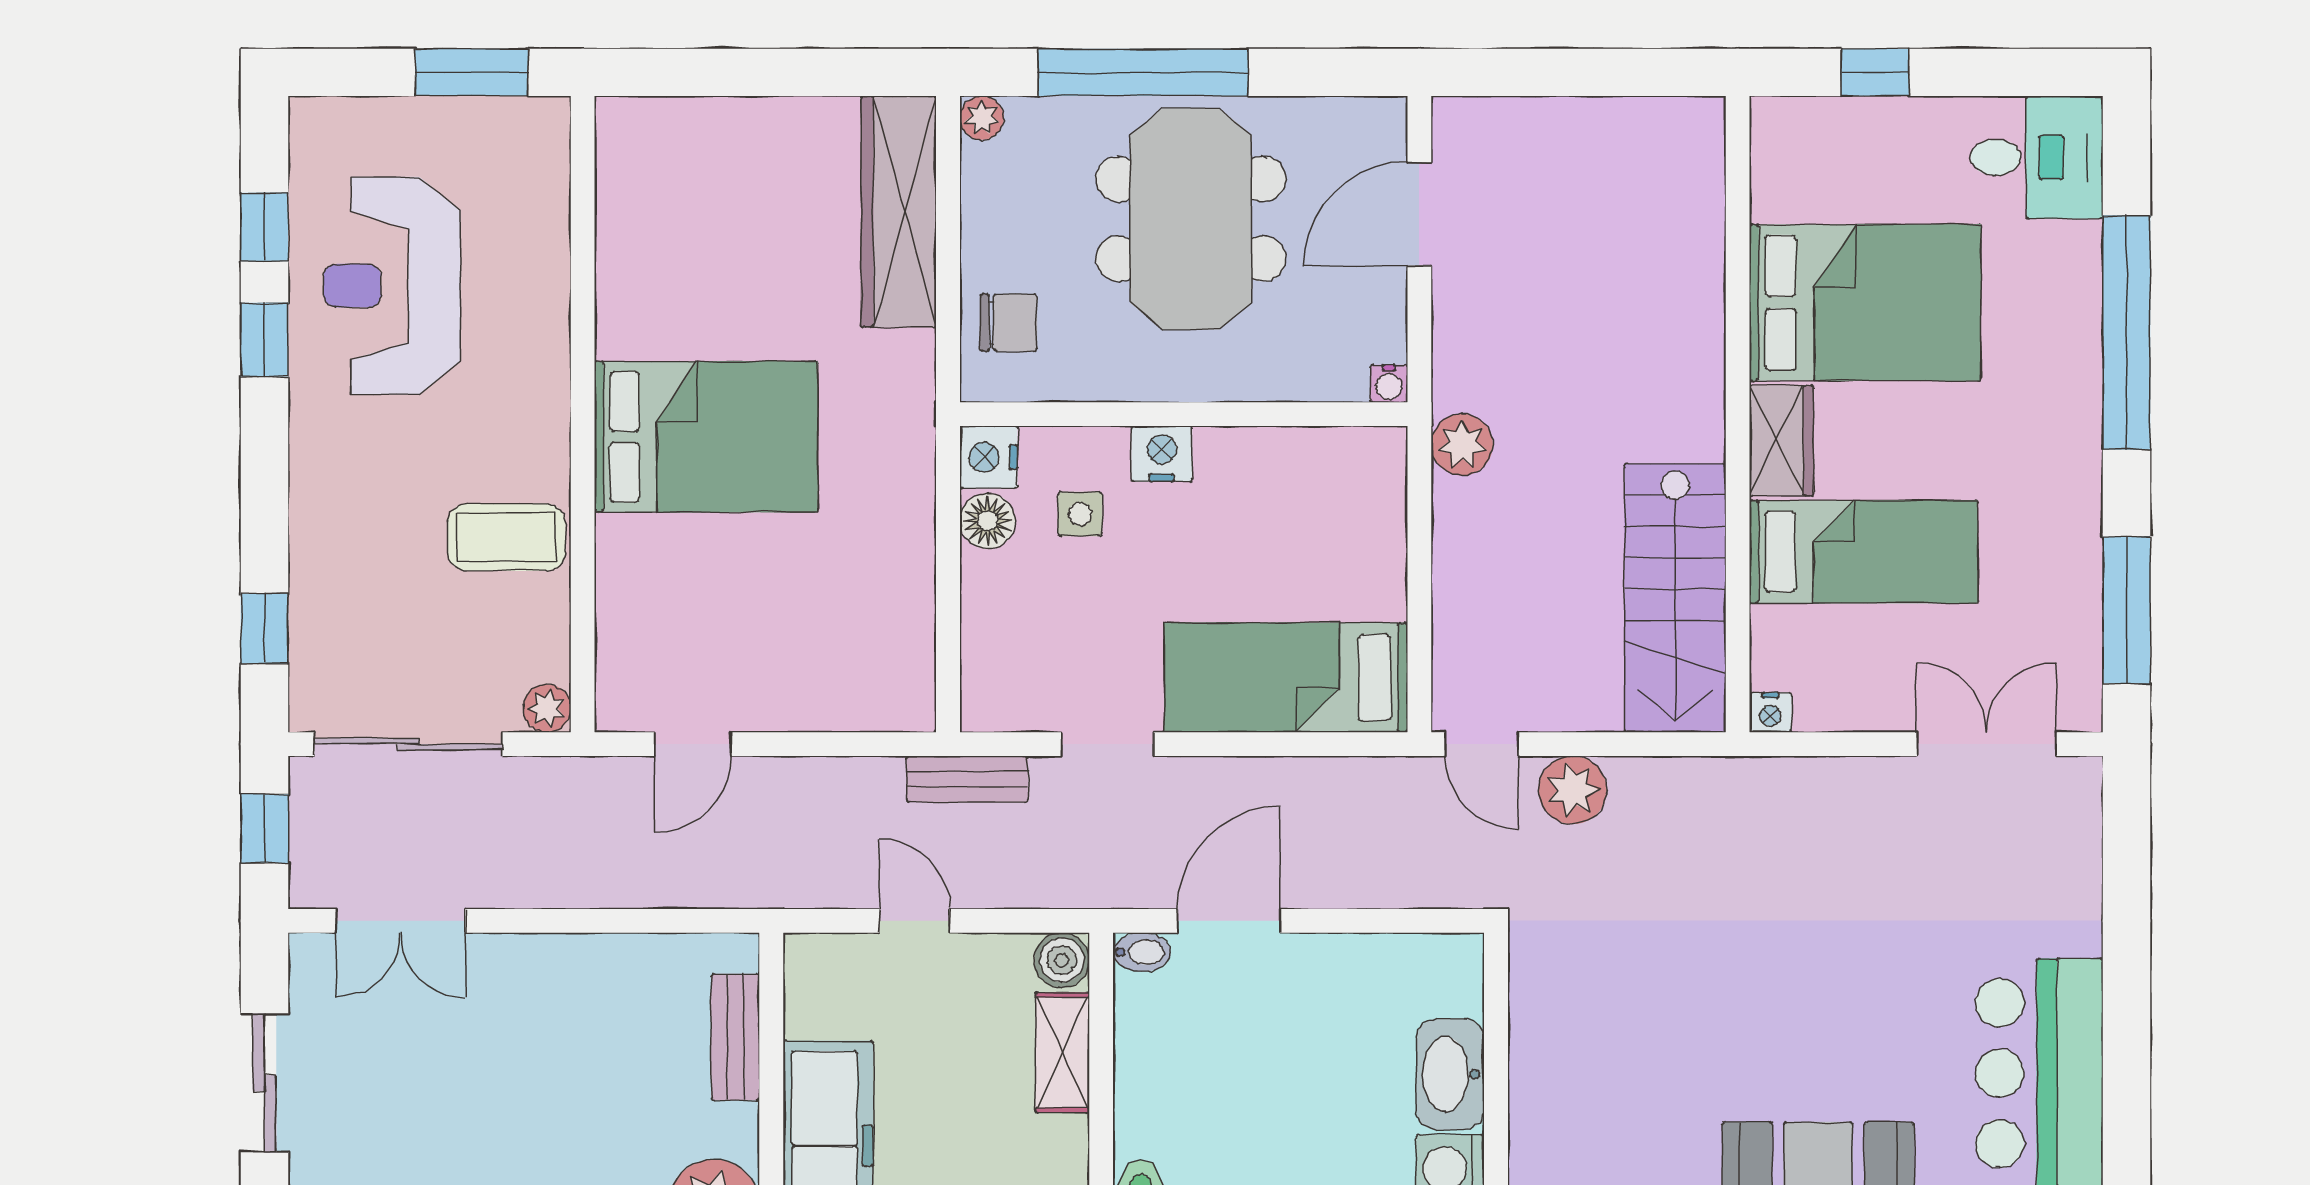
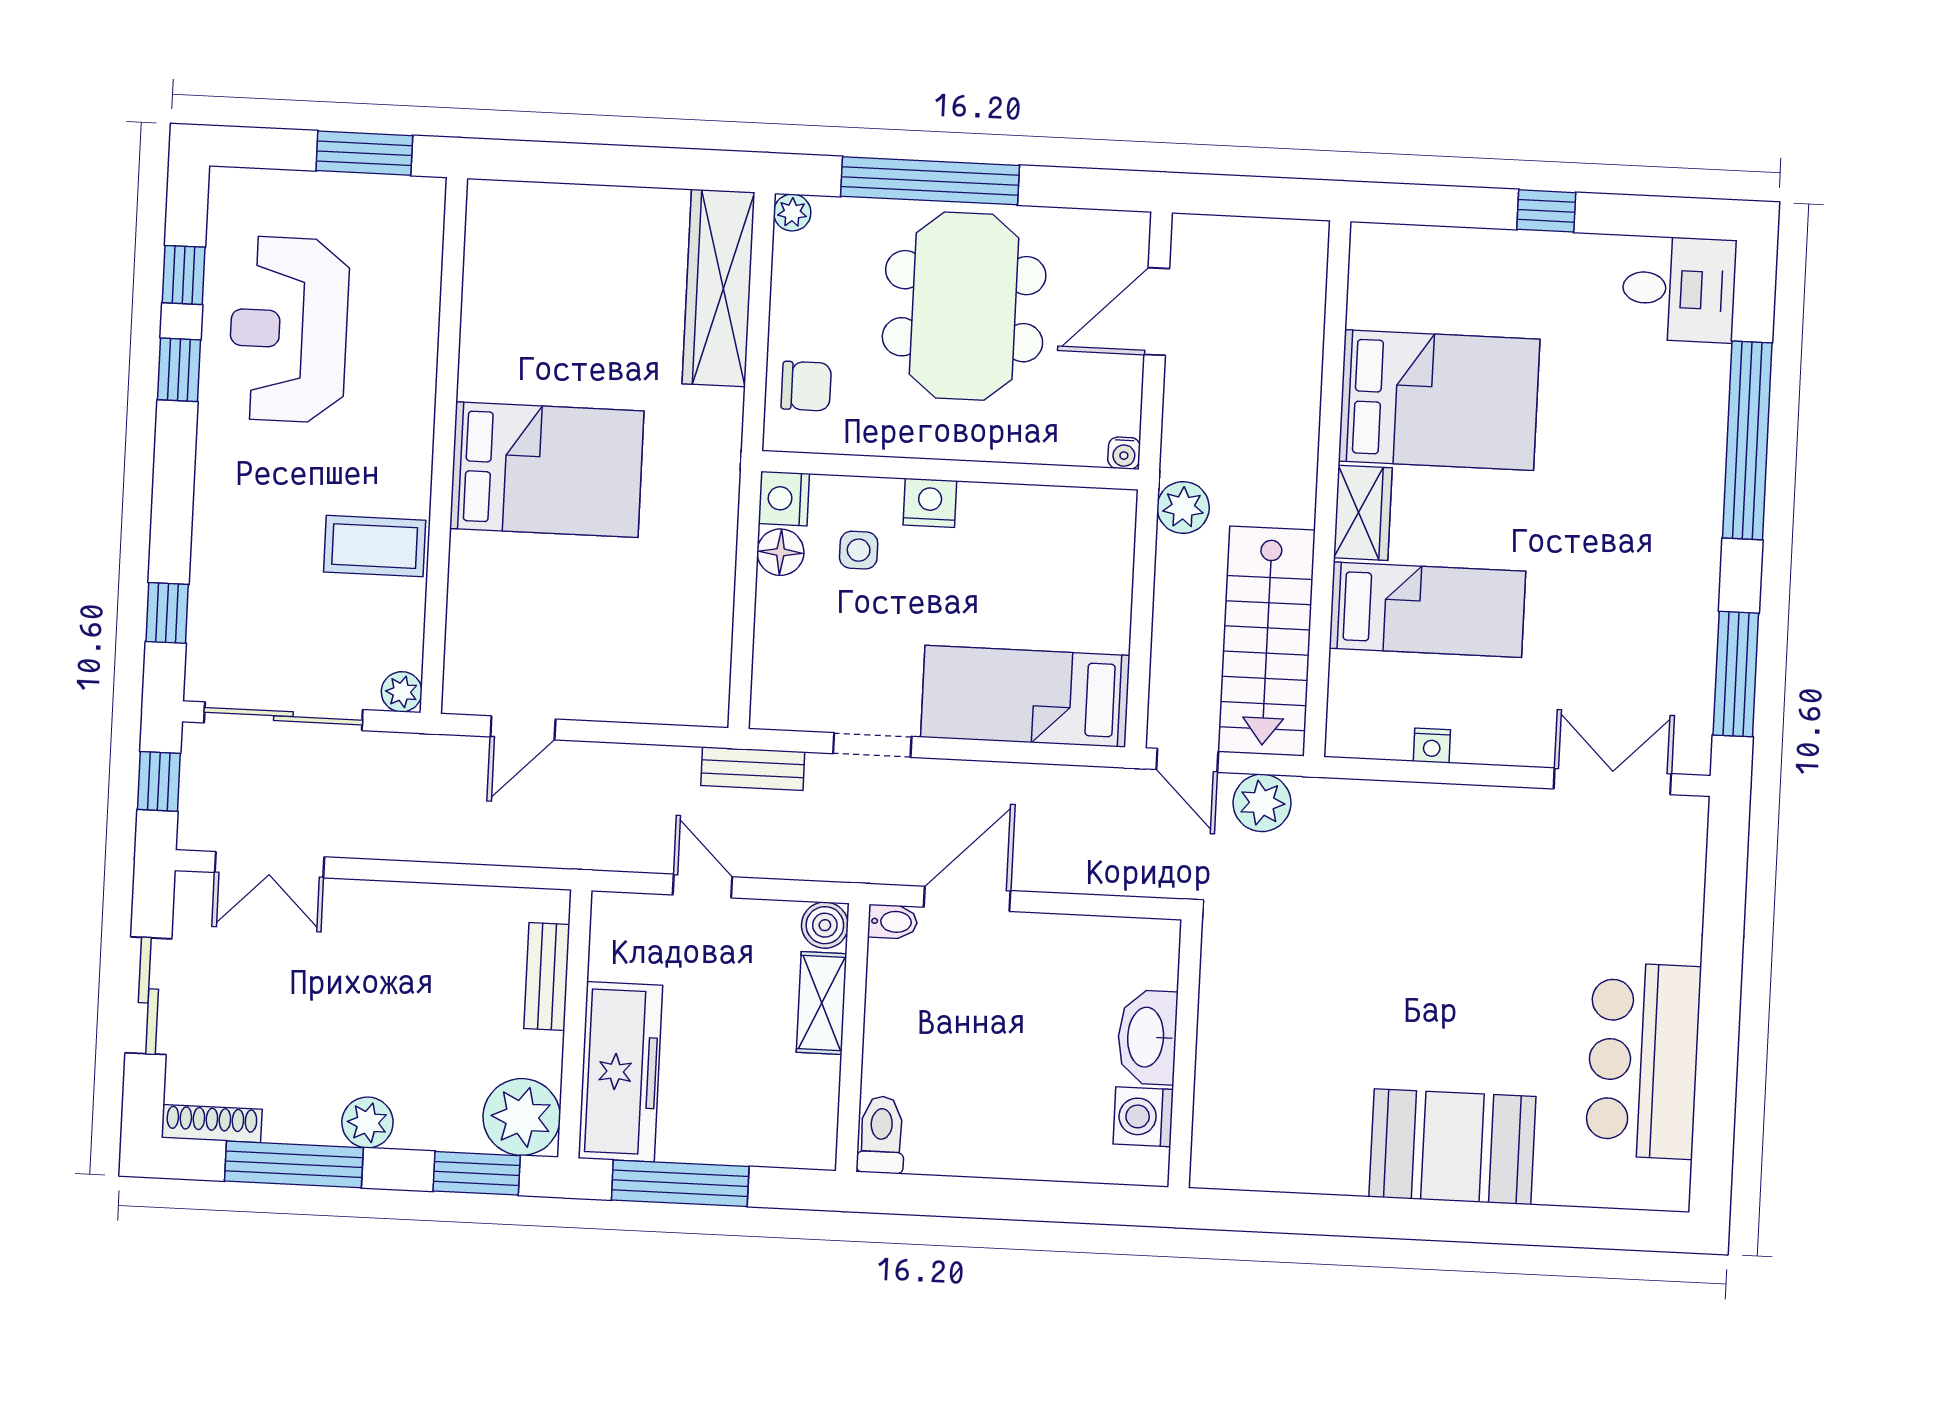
bed: (1865, 303) -> (1439, 400), moved
wall: (1738, 414) -> (1327, 489), moved
wardrobe: (1781, 441) -> (1363, 513), moved
bed: (1863, 552) -> (1427, 610), moved
stairs: (1675, 598) -> (1267, 641), moved

